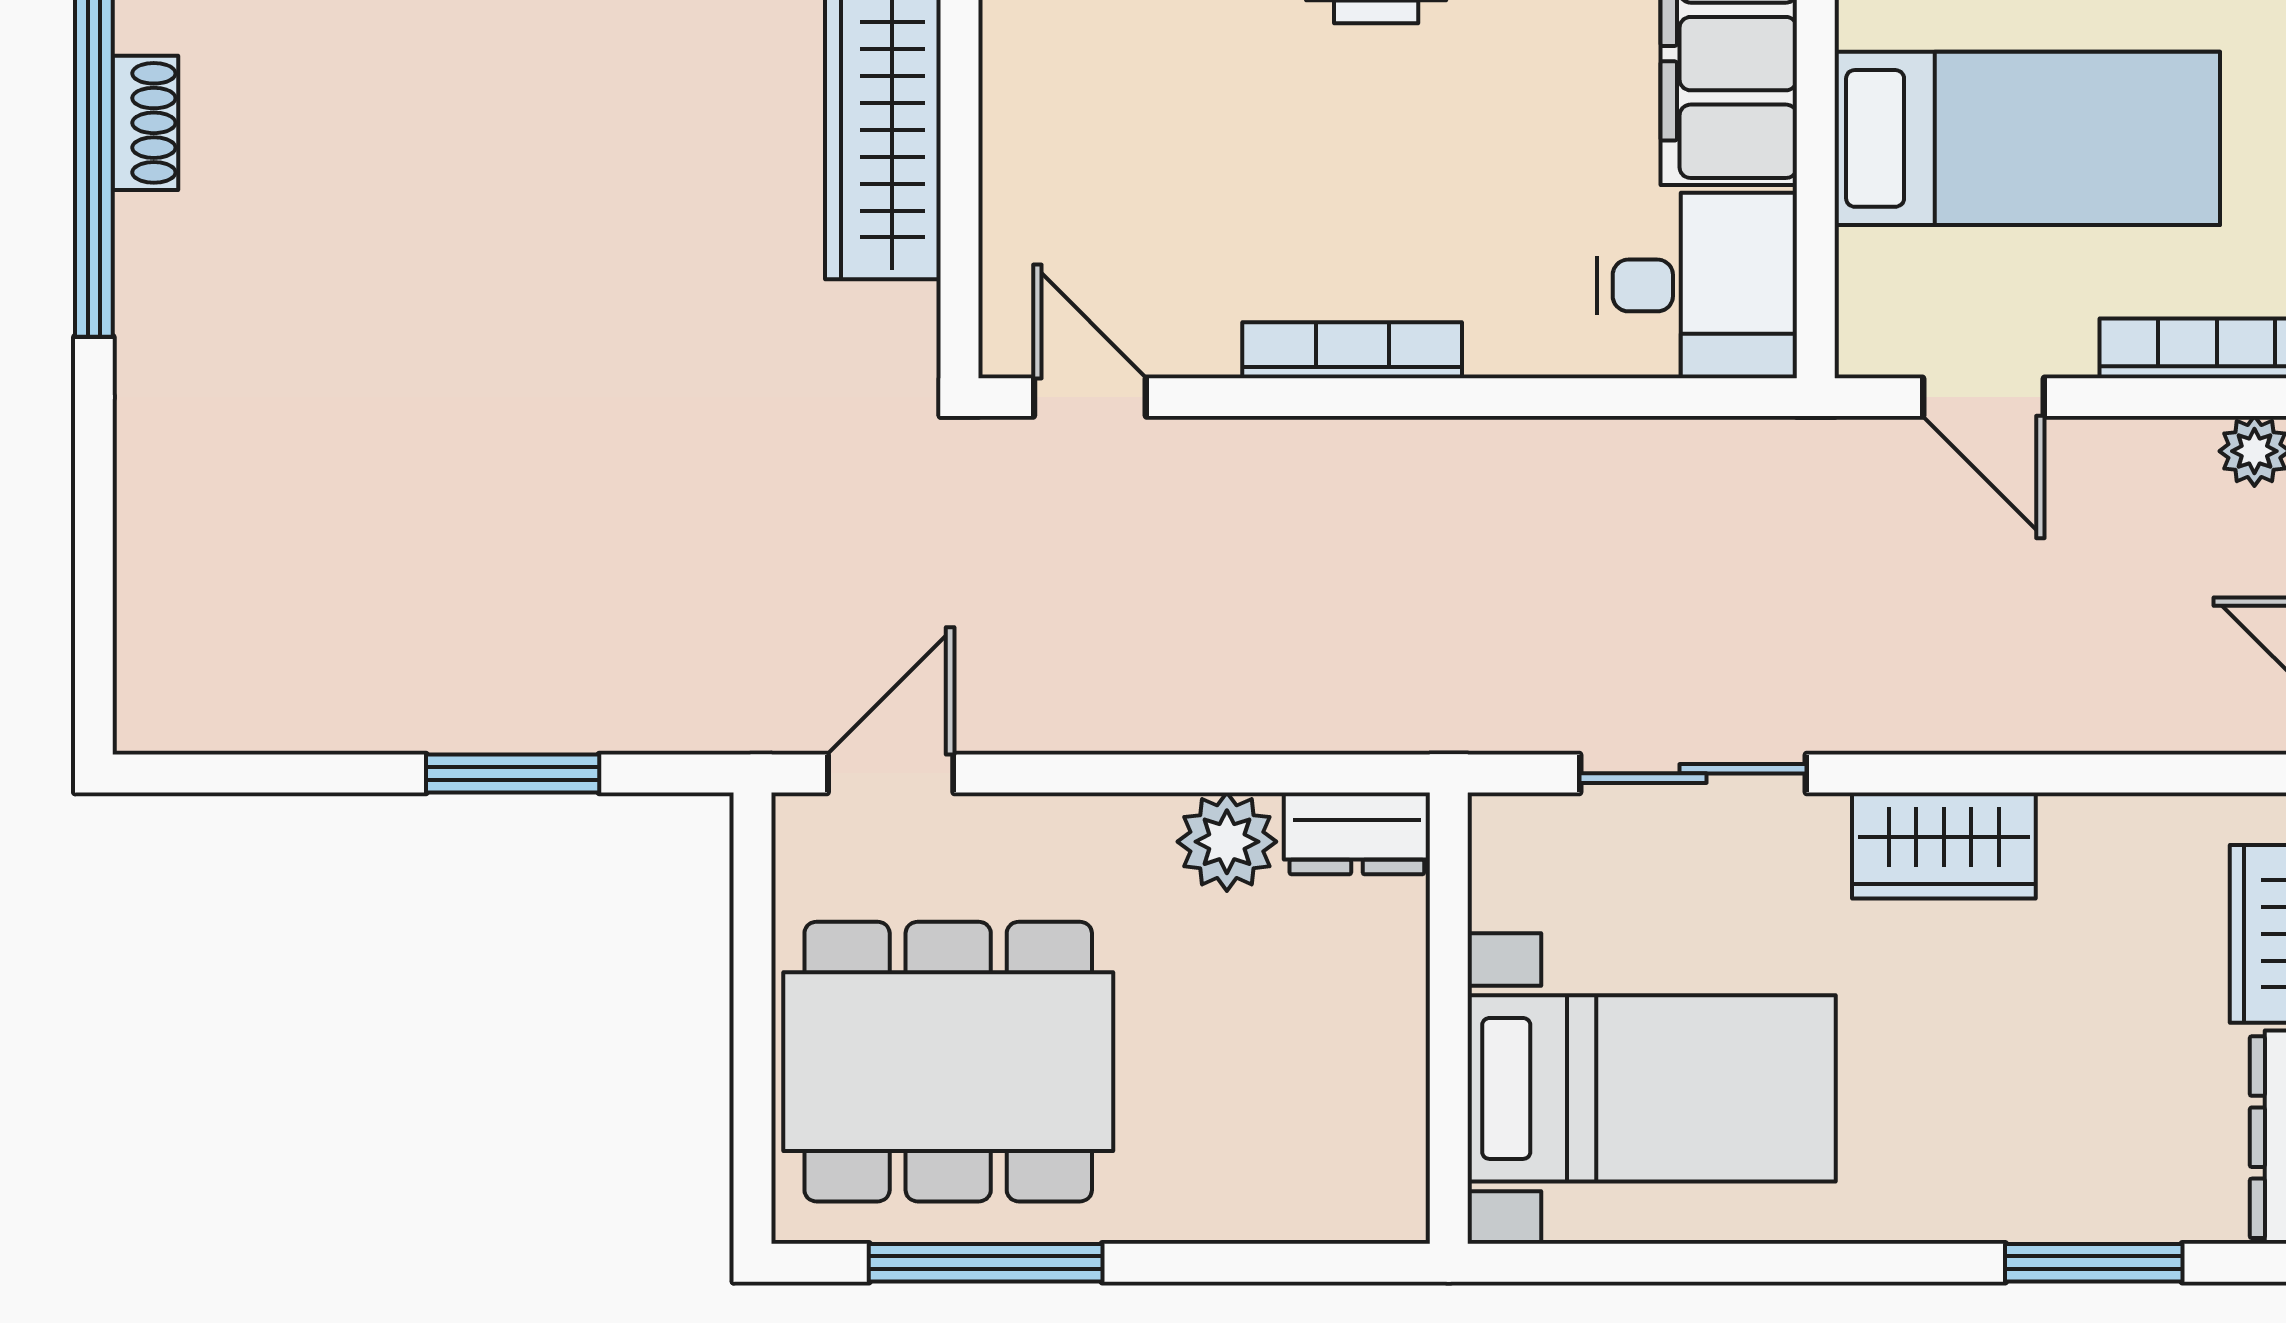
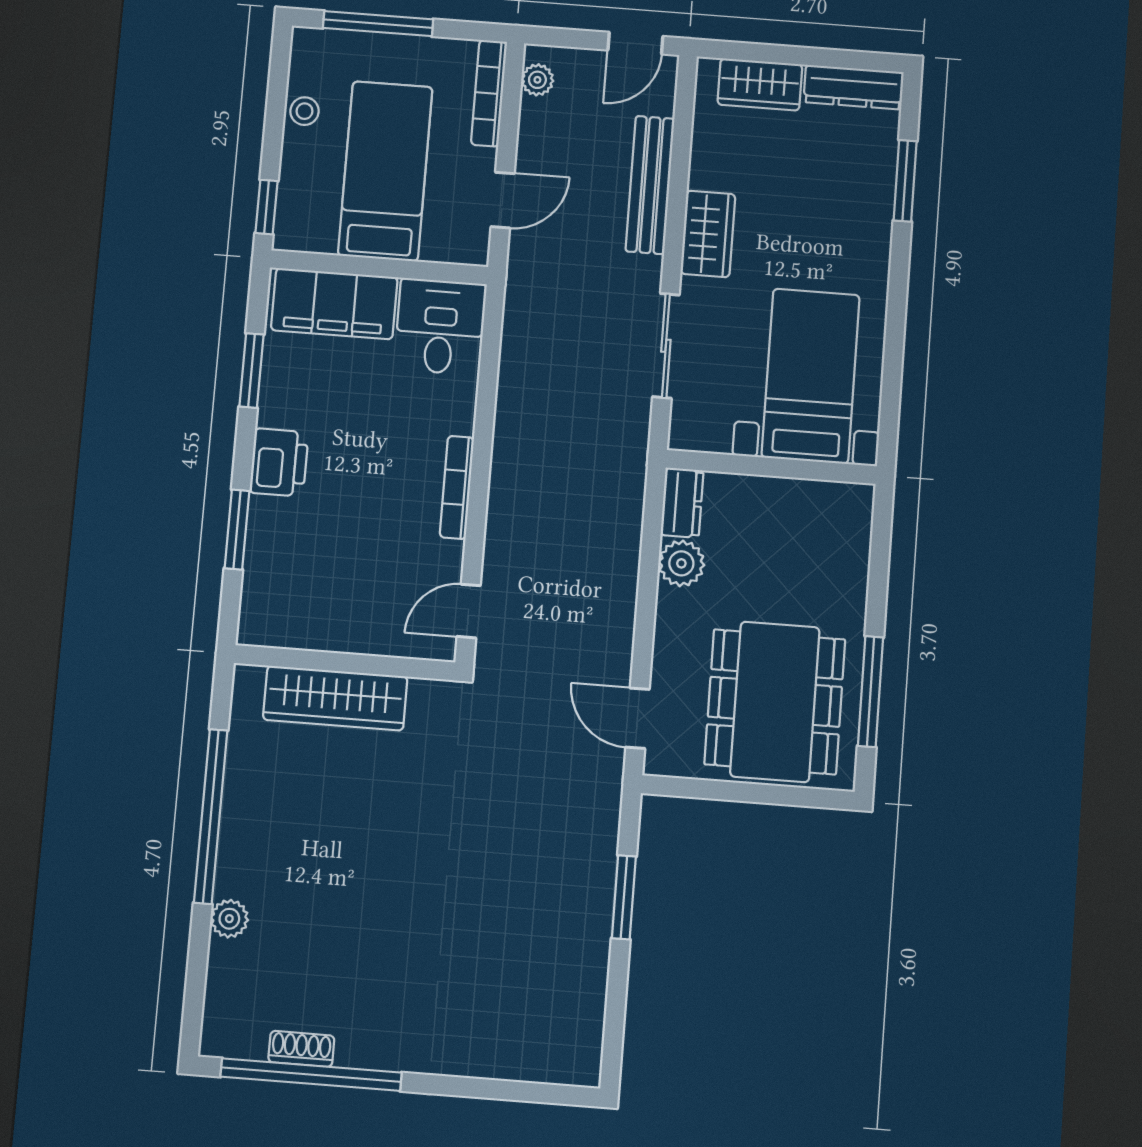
bench: (2042, 713) -> (650, 185), added

